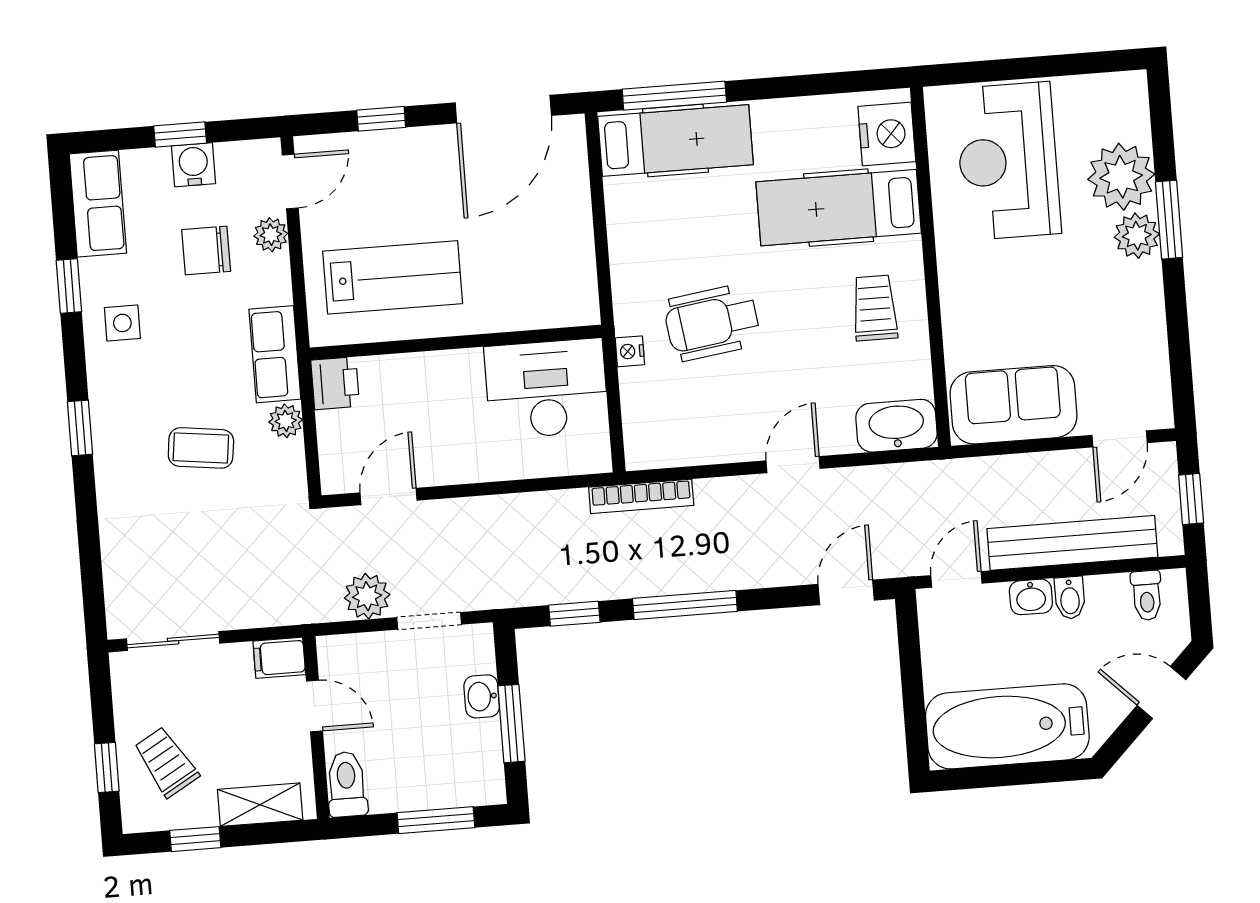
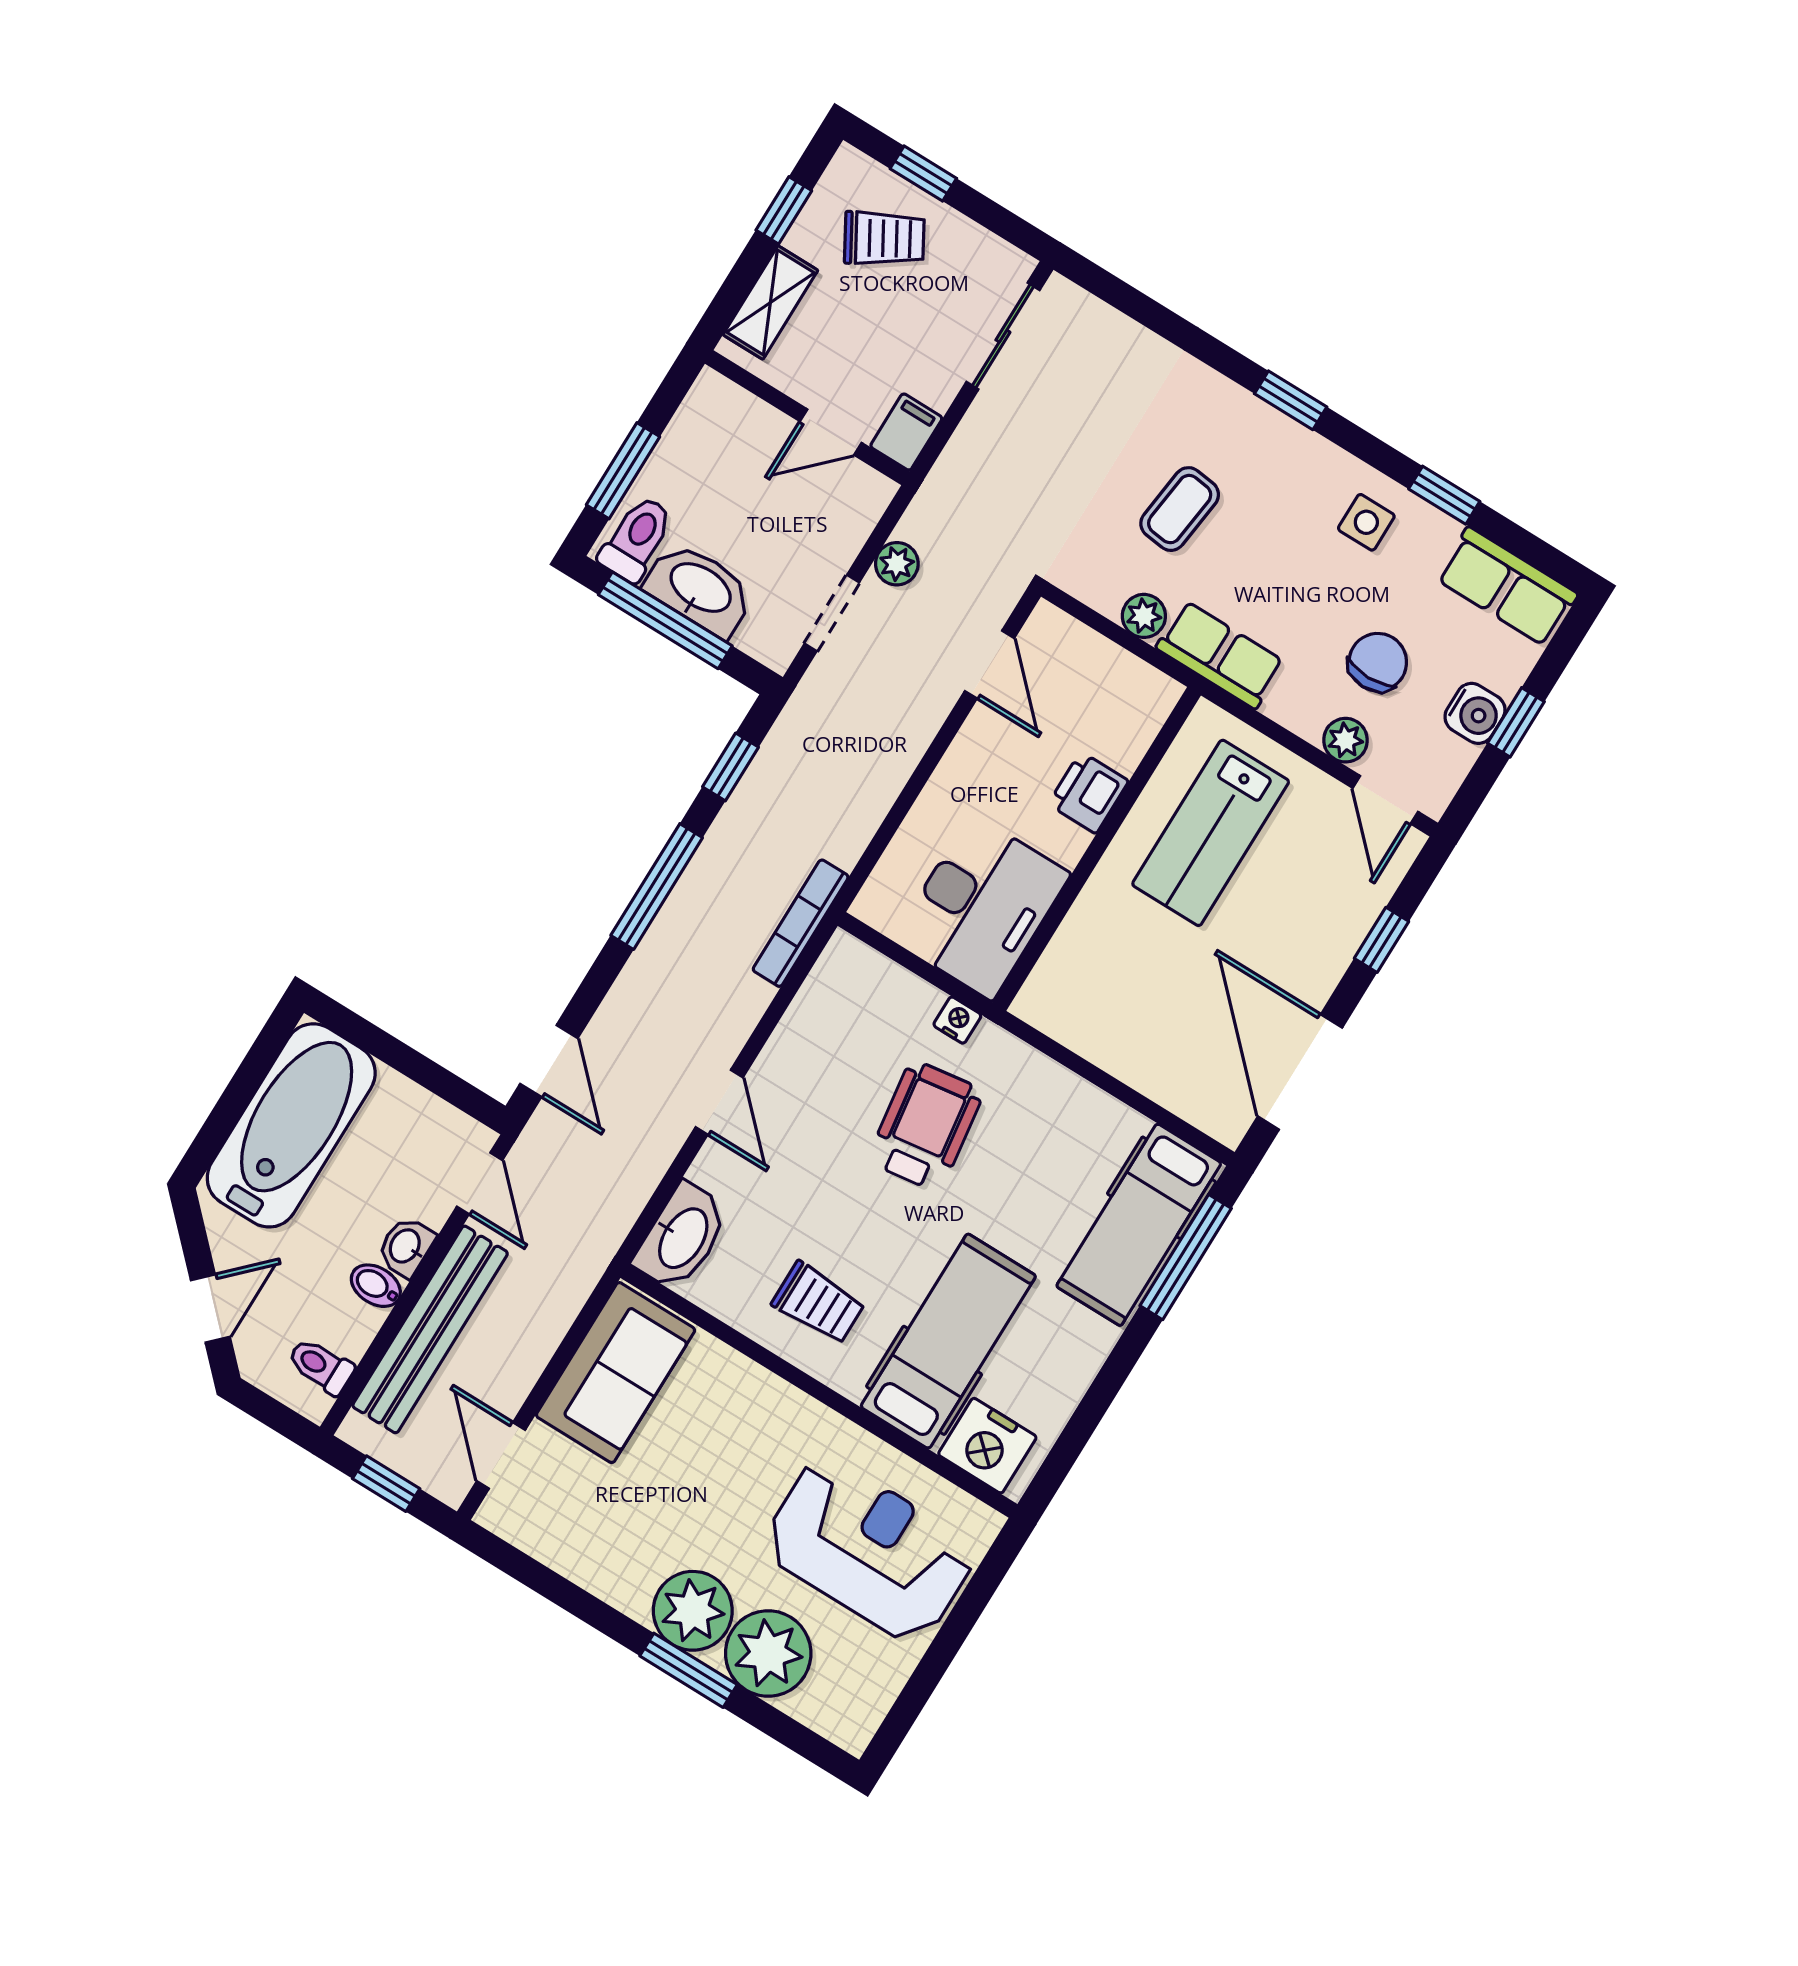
plant: (1137, 236) -> (693, 1611), width x1.36, depth x1.36
printer: (335, 383) -> (1088, 793), moved, turned 90
plant: (367, 596) -> (897, 564), width x0.73, depth x0.73
washbasin: (482, 696) -> (700, 589), width x1.91, depth x1.45
window: (511, 724) -> (665, 620), width x1.44
toilet: (347, 784) -> (636, 539), moved, turned -90

